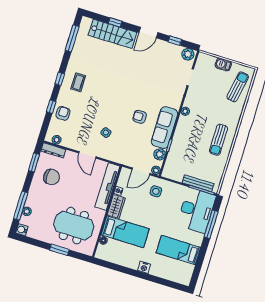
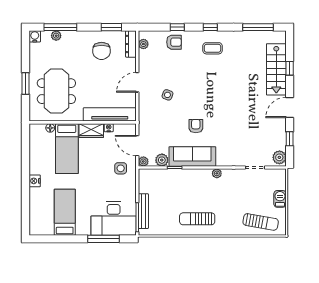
door: (148, 33) -> (290, 107), hinge flipped

